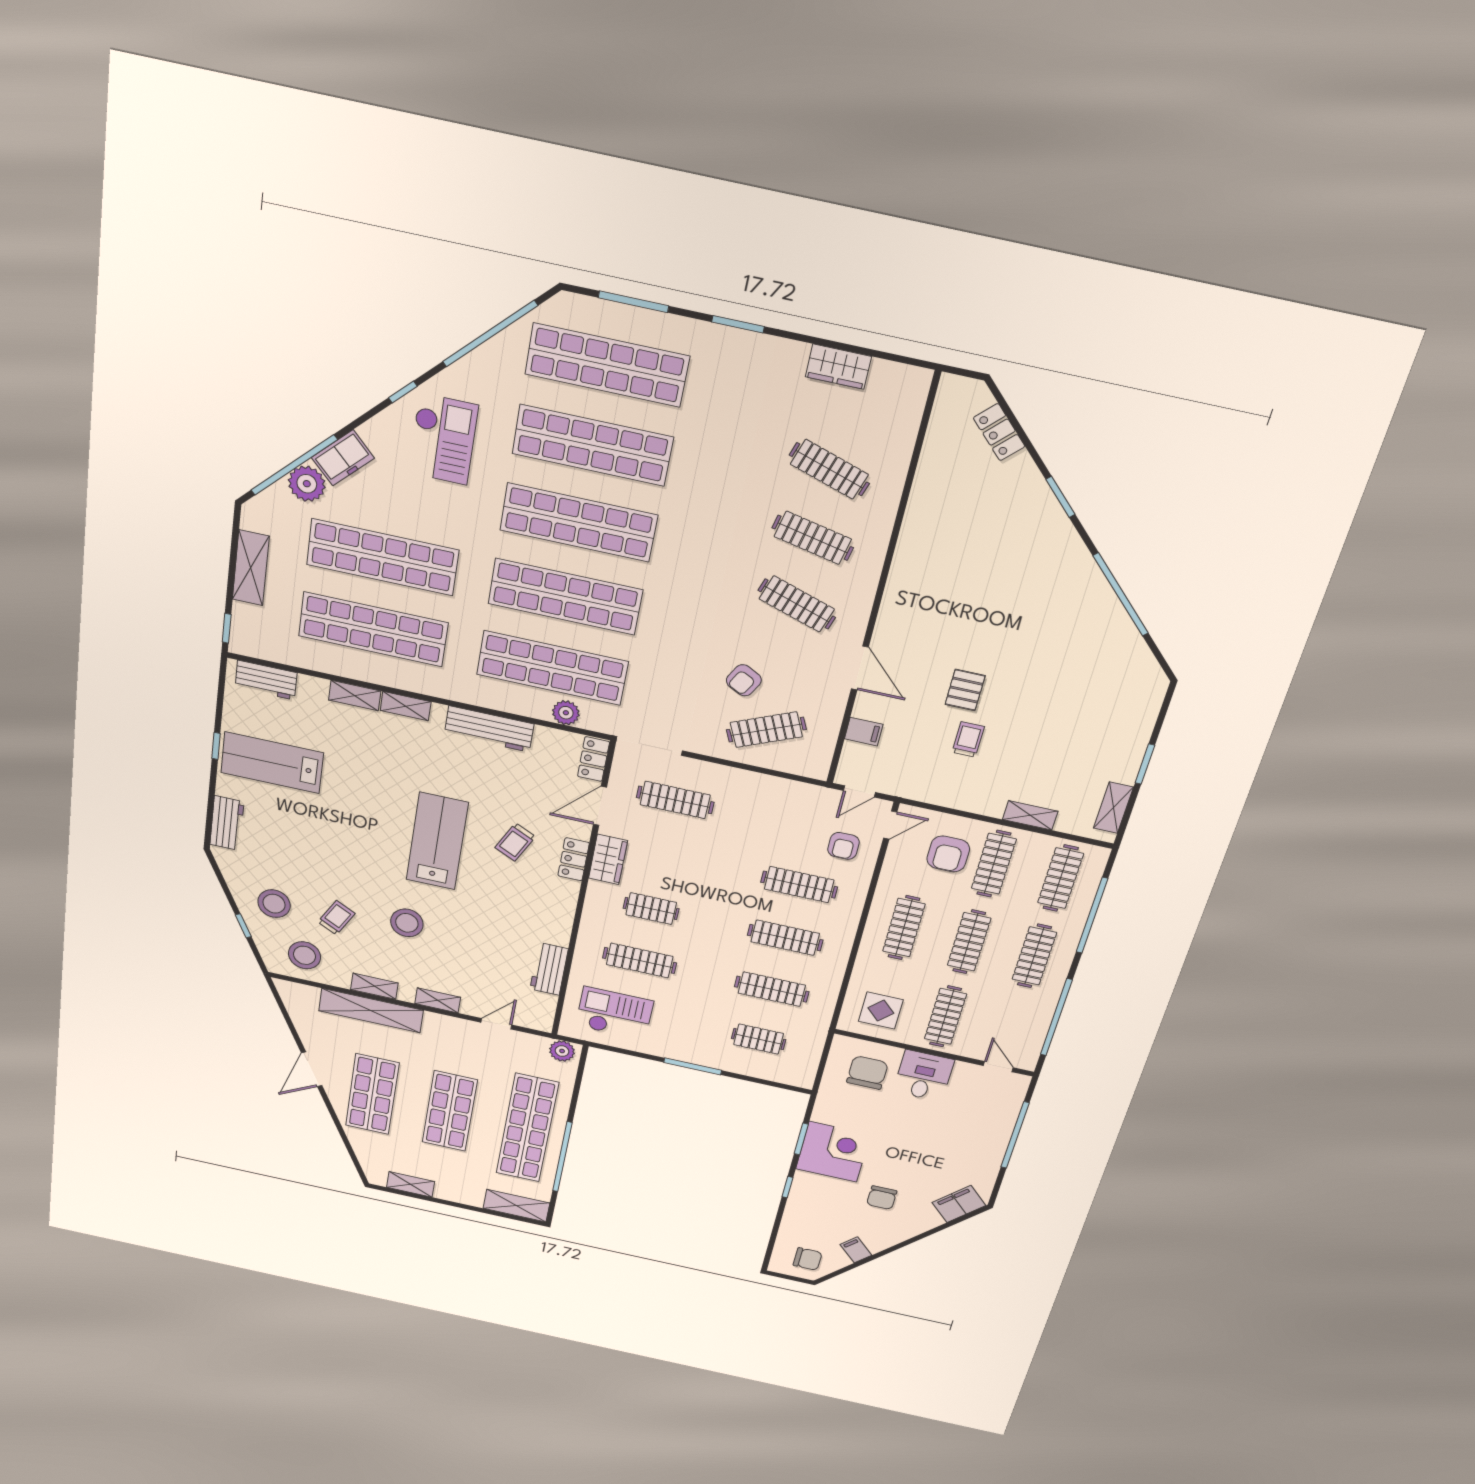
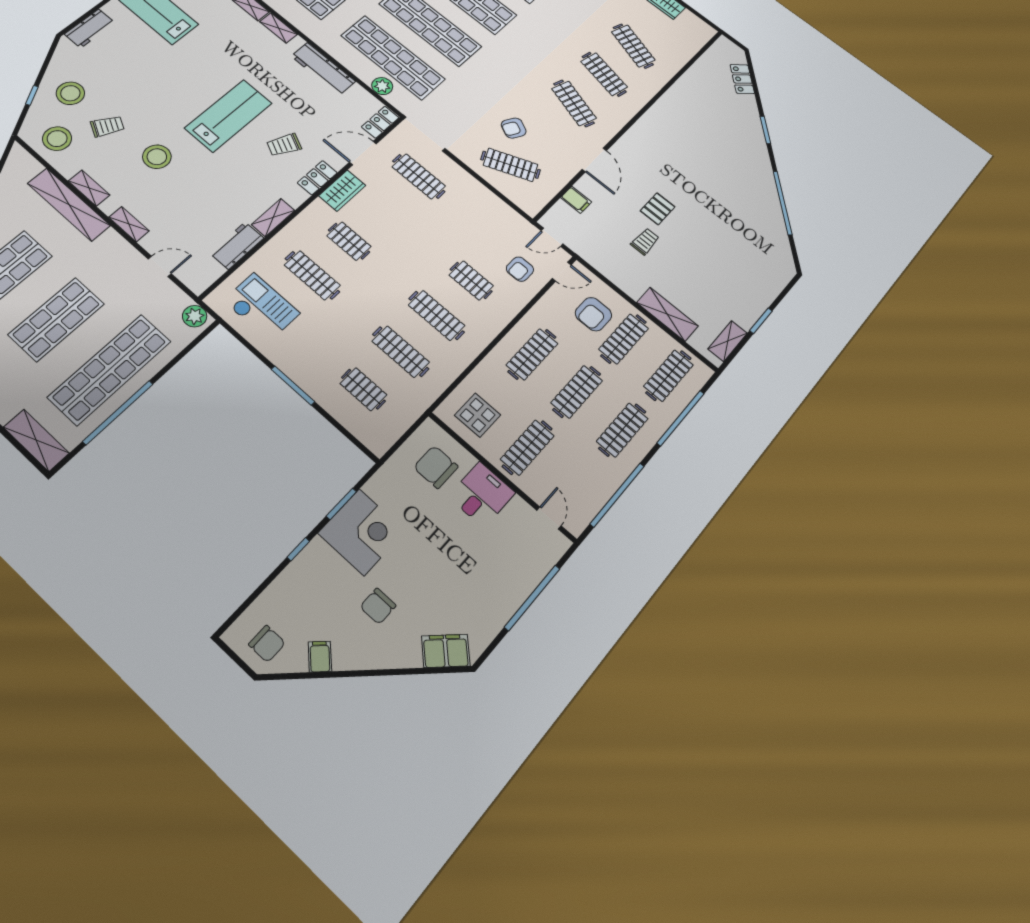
shelving: (1030, 815) -> (667, 314), width x1.50, depth x1.33
clothes rail: (799, 885) -> (471, 280), width x0.73
shelving: (562, 924) -> (273, 218), added
chair: (867, 1073) -> (436, 467), turned -90

